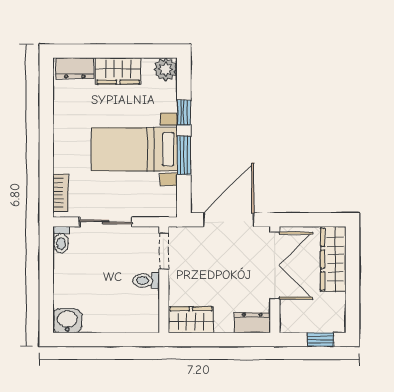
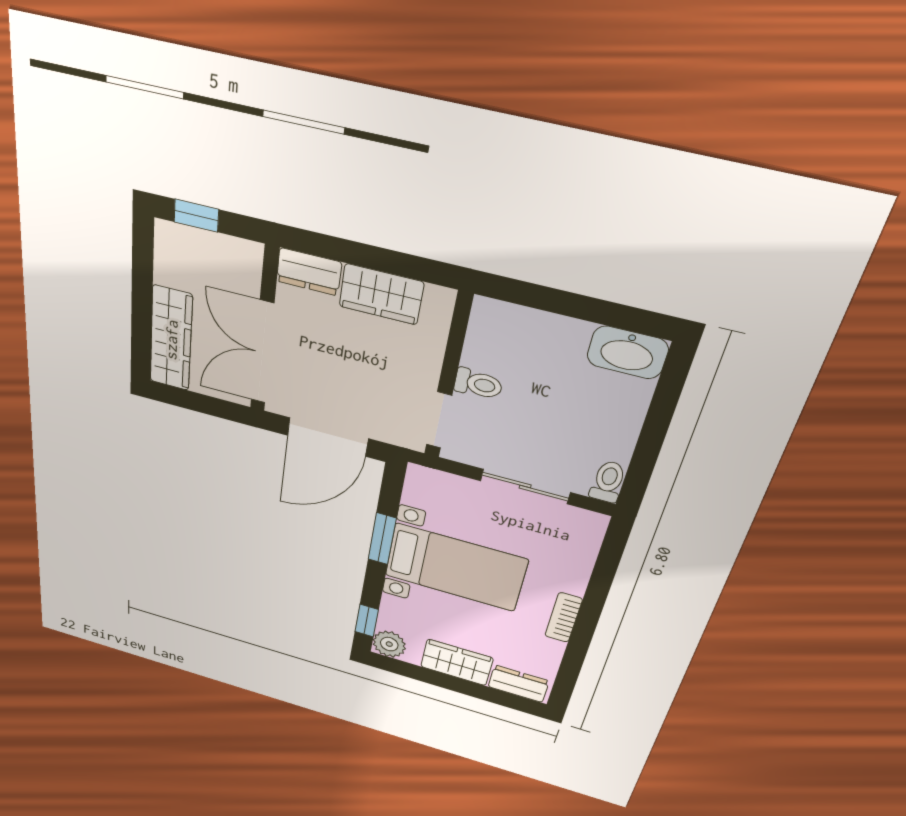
window: (184, 113) -> (367, 621), moved
bookcase: (60, 193) -> (564, 617), moved
wardrobe: (191, 320) -> (381, 294), moved
washbasin: (67, 321) -> (627, 352), width x1.38

